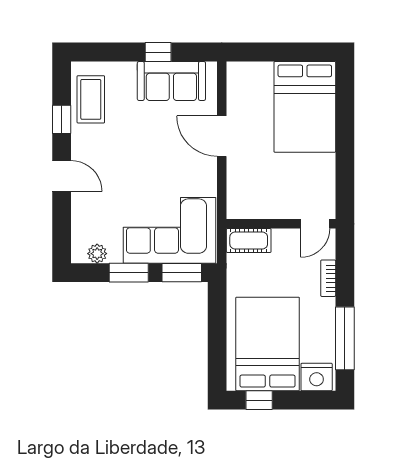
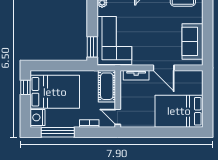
window: (158, 52) -> (208, 35), removed
door: (222, 136) -> (164, 68), swing flipped
tv unit: (236, 189) -> (136, 75), added
cot: (249, 241) -> (107, 86), width x1.37, depth x1.34
window: (129, 273) -> (92, 19), removed

